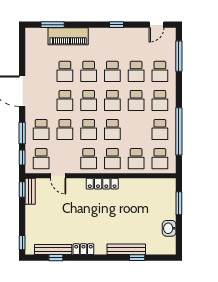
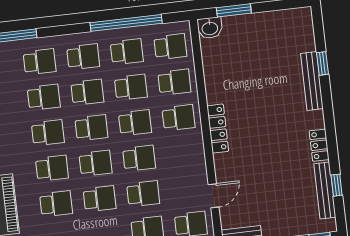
school desk: (89, 159) -> (131, 87), moved
washbasin: (169, 228) -> (210, 28), moved

